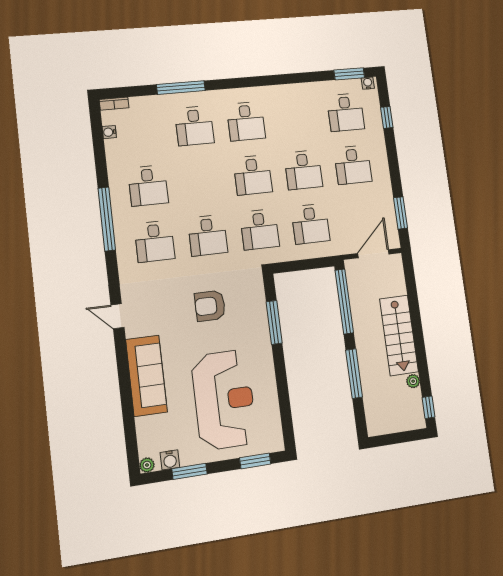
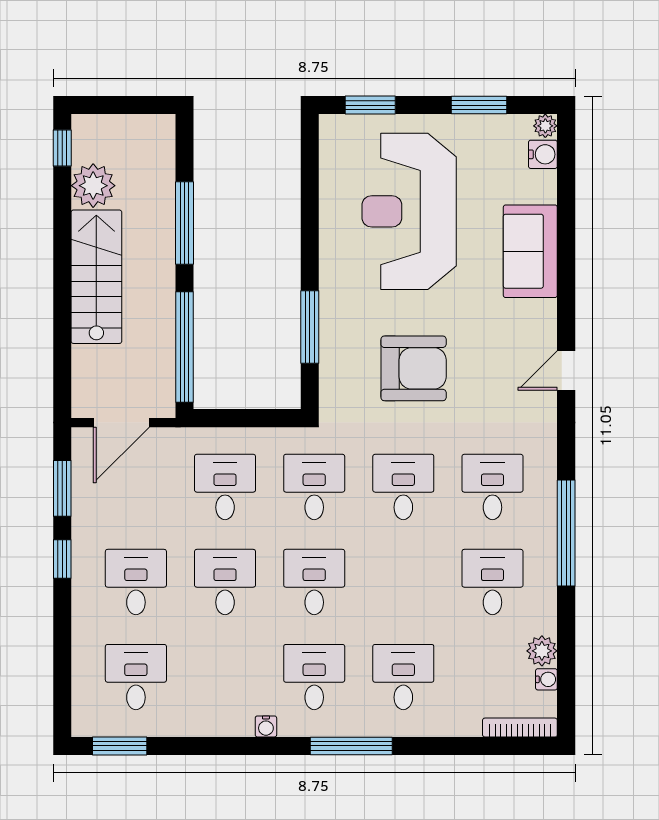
water cooler: (368, 83) -> (266, 726), moved
window: (181, 87) -> (351, 746), moved
bookcase: (114, 104) -> (520, 728), width x1.56
window: (387, 117) -> (62, 559), moved
plant: (114, 148) -> (542, 651), added
armchair: (210, 306) -> (414, 368), width x1.36, depth x1.36
door: (117, 316) -> (566, 371), swing flipped
sofa: (146, 376) -> (530, 251), width x0.73
plant: (413, 381) -> (93, 186), width x1.87, depth x1.87
water cooler: (170, 460) -> (543, 154), moved, turned 90

